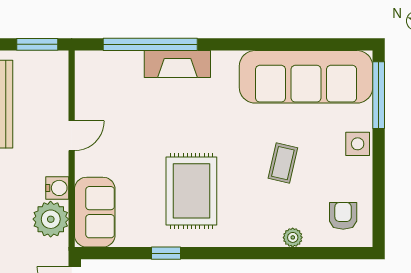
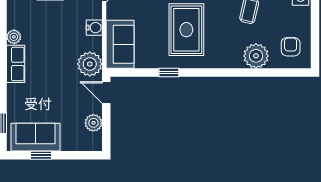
plant: (51, 219) -> (90, 64), moved
plant: (293, 237) -> (256, 56), width x1.88, depth x1.88

